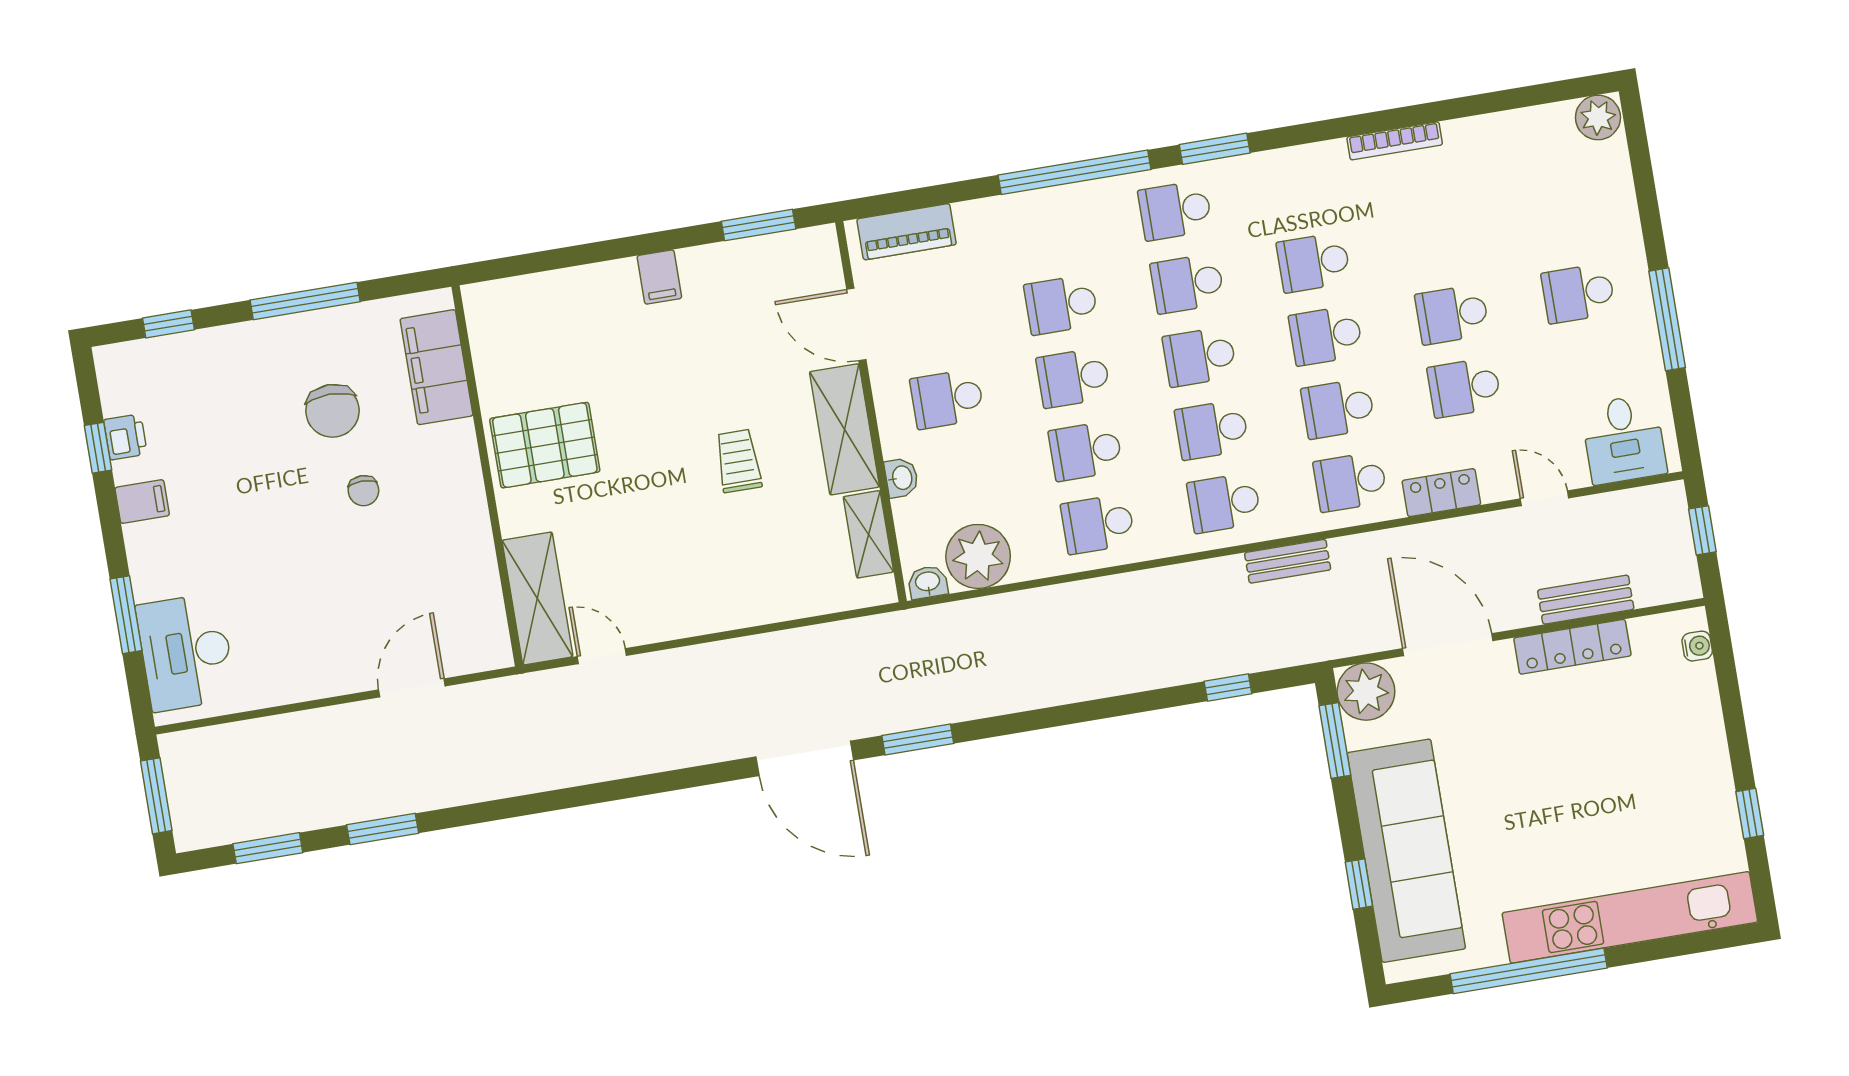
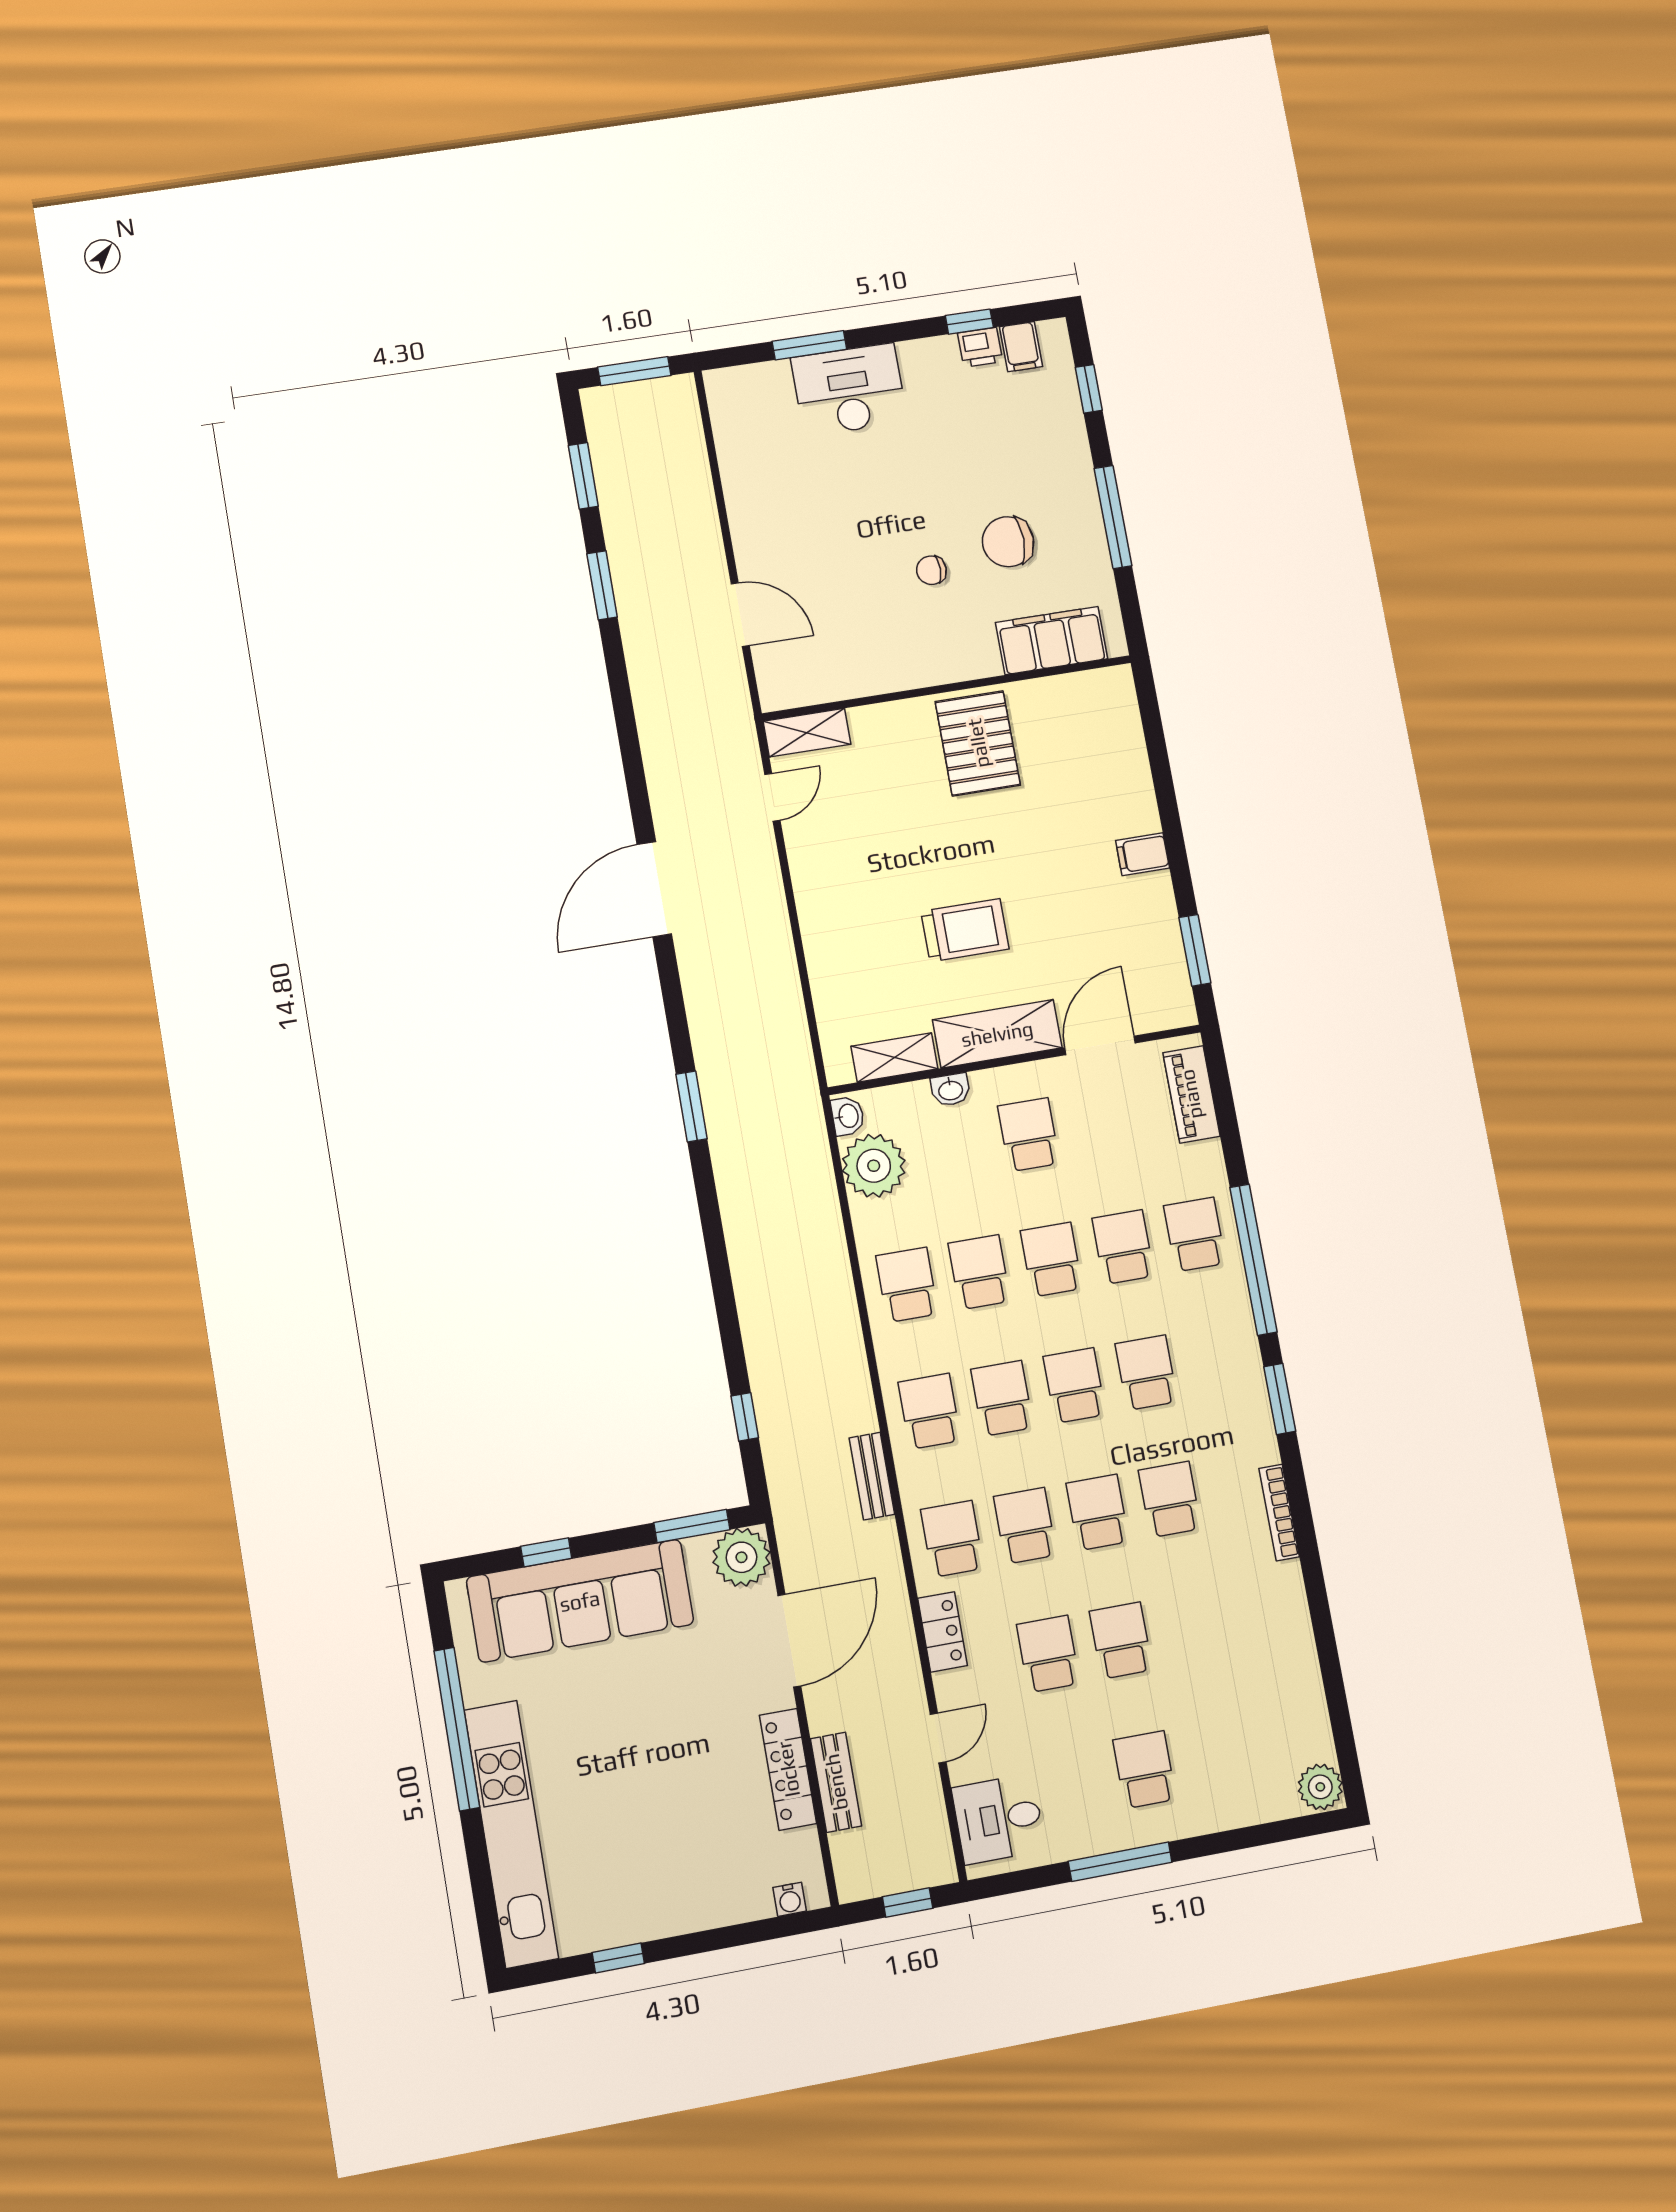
bookcase: (1395, 141) -> (1279, 1513), moved
school desk: (1175, 210) -> (1195, 1235), moved
trolley: (738, 461) -> (965, 930), width x1.36, depth x1.39
filing cabinet: (142, 502) -> (1021, 347), moved
shelving: (537, 598) -> (807, 733), width x0.67, depth x0.75
desk: (186, 652) -> (849, 390), moved
door: (805, 758) -> (654, 889), moved

